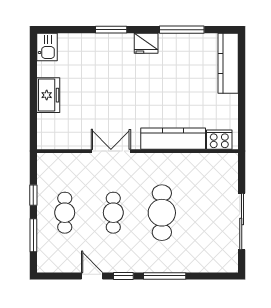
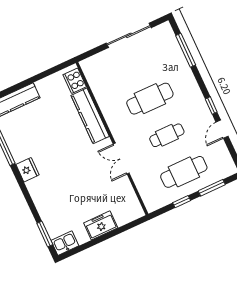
window: (111, 30) -> (45, 234), moved
cafe table: (65, 213) -> (184, 172), width x1.37, depth x1.35
window: (165, 276) -> (186, 50), moved

